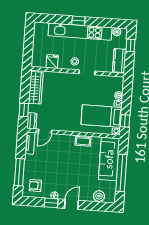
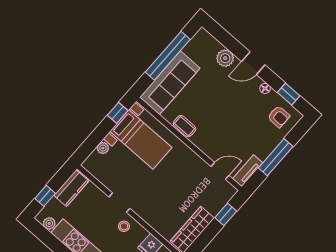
dresser: (32, 121) -> (226, 195), removed
window: (19, 172) -> (276, 157), moved
plant: (99, 196) -> (225, 58), moved
window: (51, 203) -> (289, 94), moved

